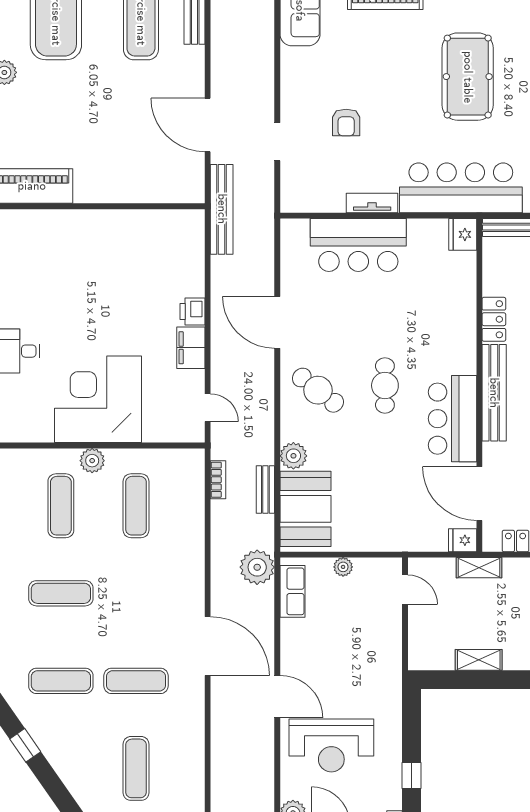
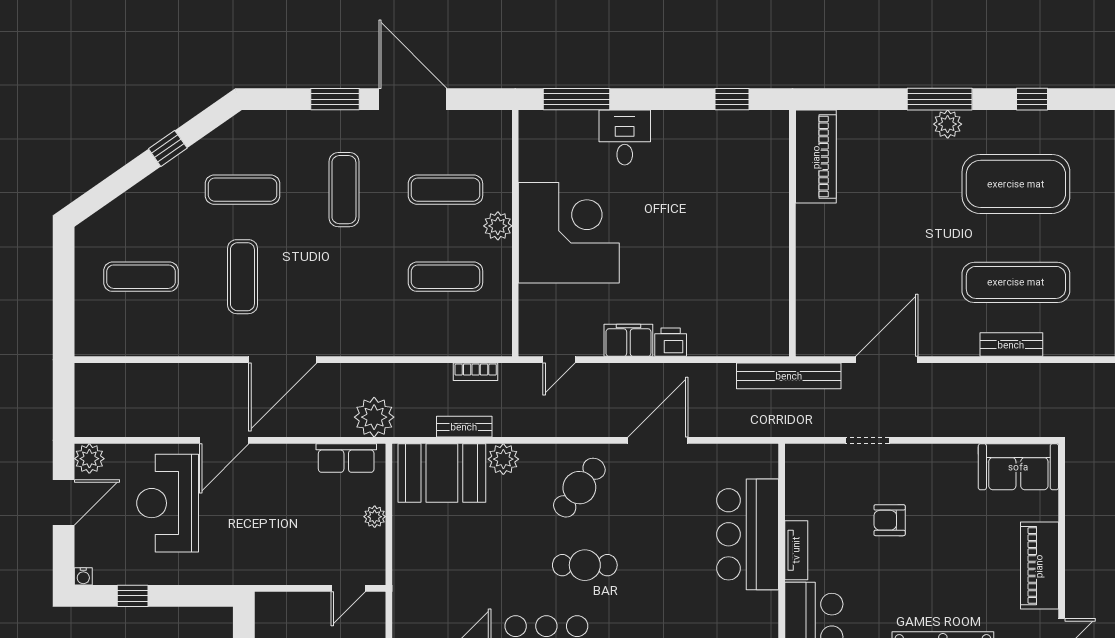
exercise mat: (61, 681) -> (242, 190), turned 90

